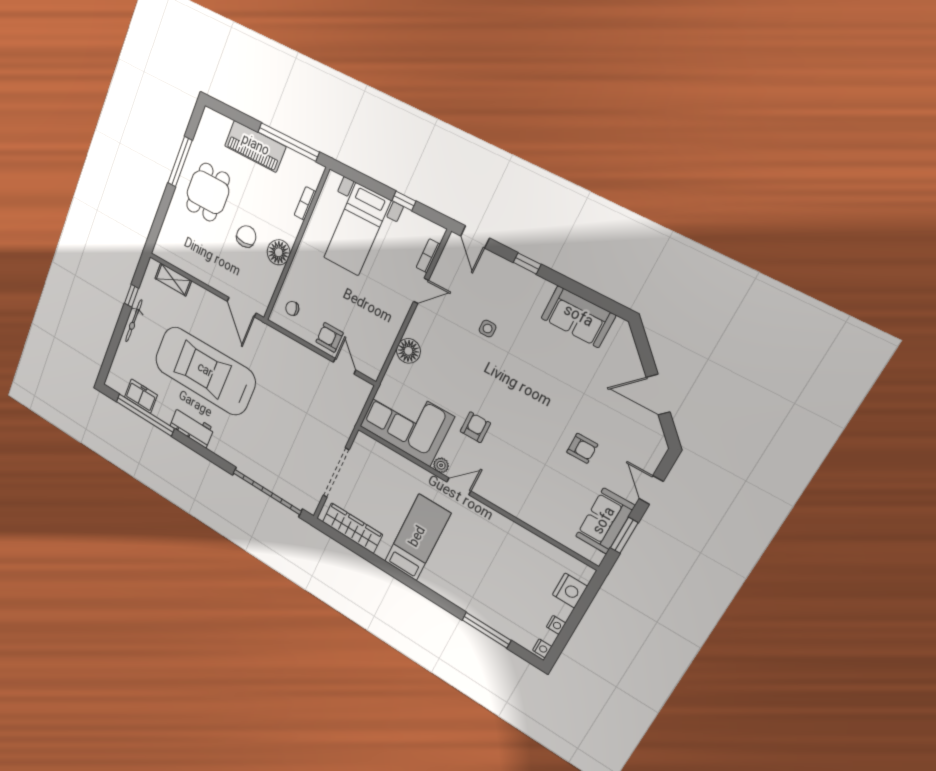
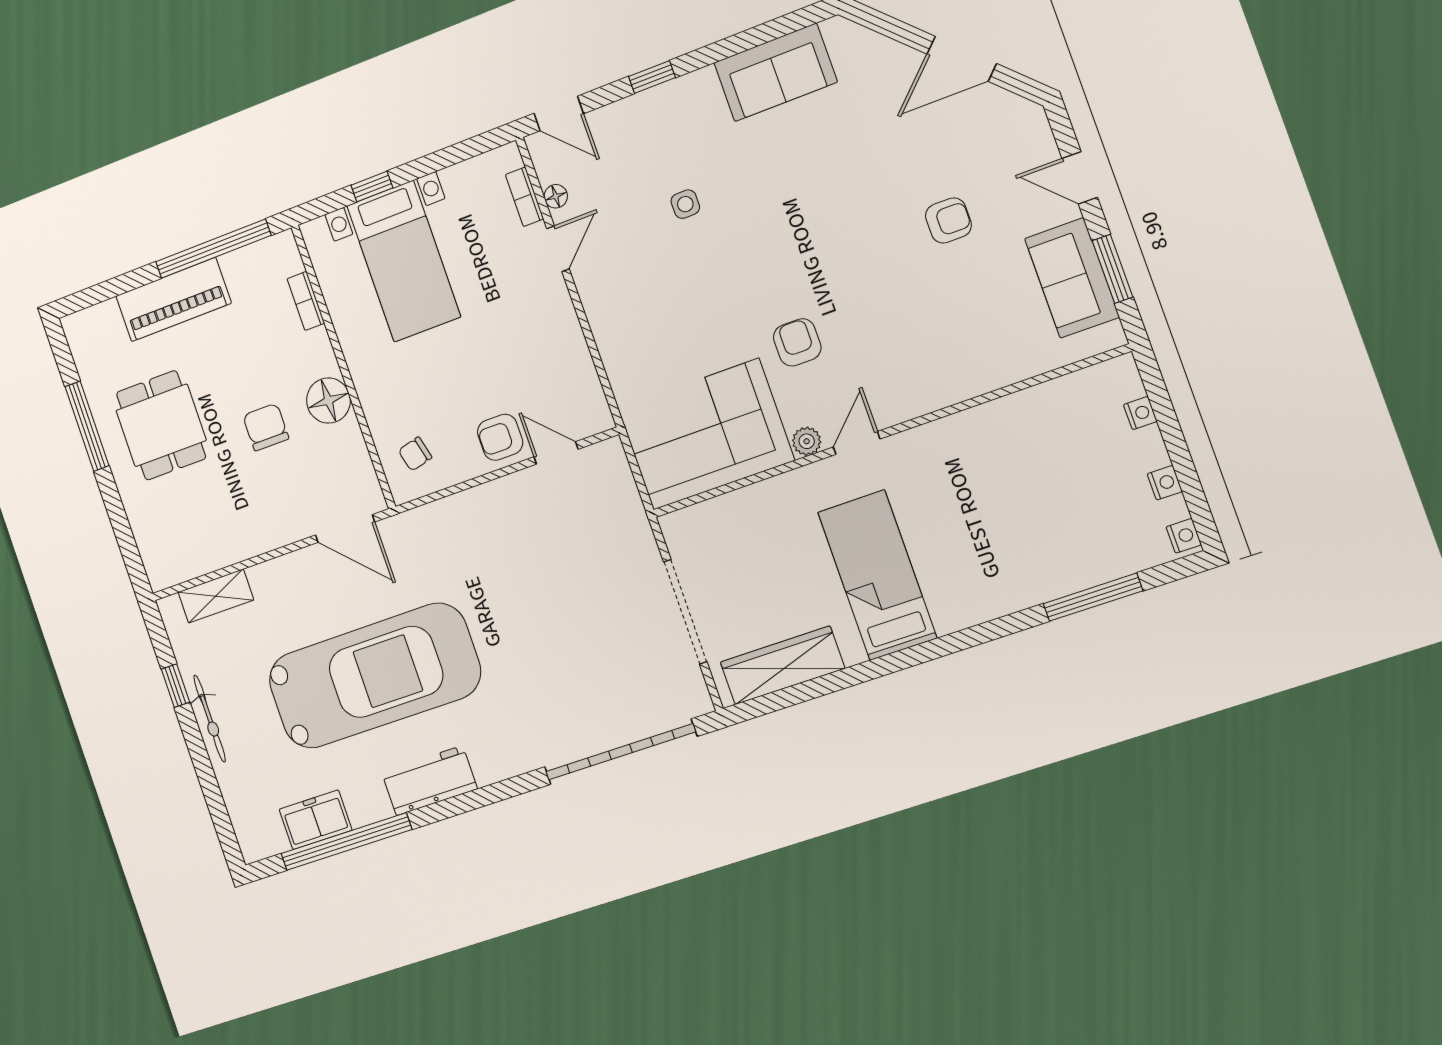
window: (404, 201) -> (372, 187), moved
floor lamp: (408, 351) -> (556, 196), moved, width x0.53, depth x0.53
car: (205, 371) -> (374, 676), turned 180
nightstand: (570, 591) -> (1140, 413), width x0.53, depth x0.56

